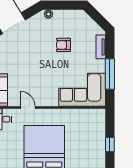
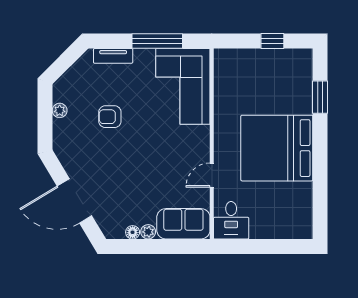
plant: (48, 14) -> (60, 110), moved
armchair: (64, 45) -> (110, 117), turned 90

